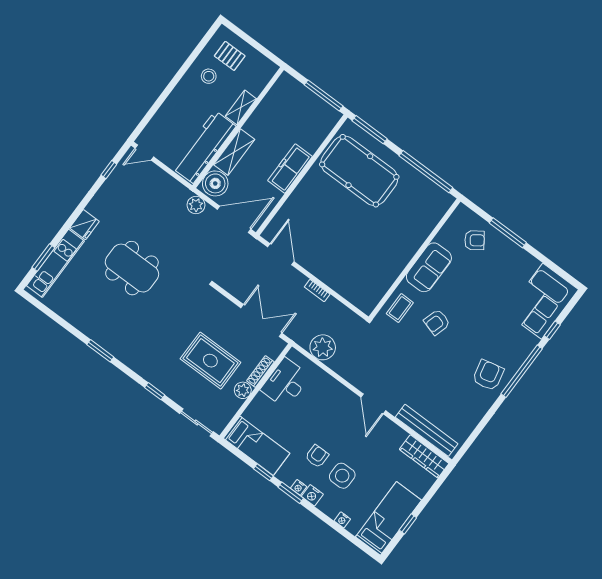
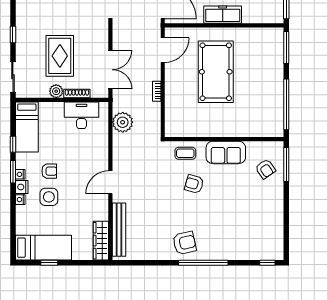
pool table: (359, 171) -> (216, 72), moved
window: (508, 233) -> (286, 165), moved
corner sofa: (542, 301) -> (259, 242), removed
window: (552, 330) -> (267, 263), moved
nightstand: (342, 520) -> (20, 200), moved

